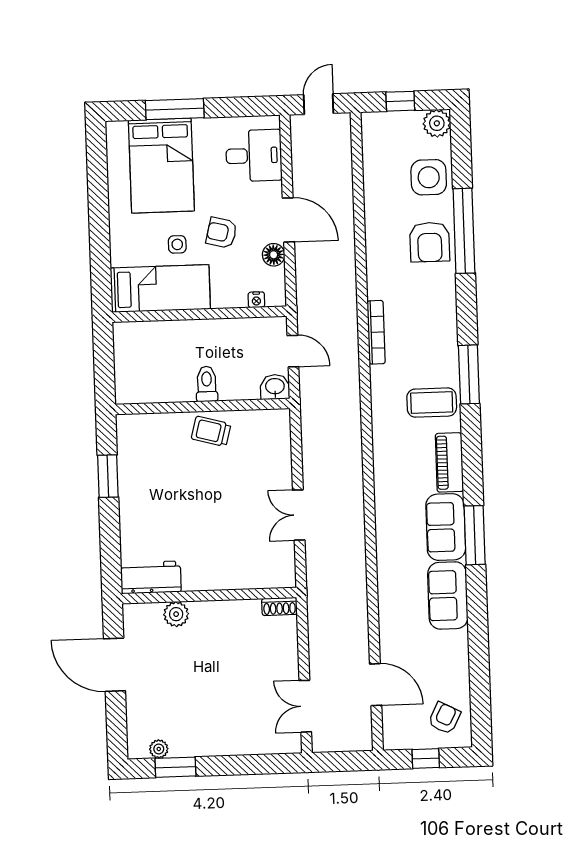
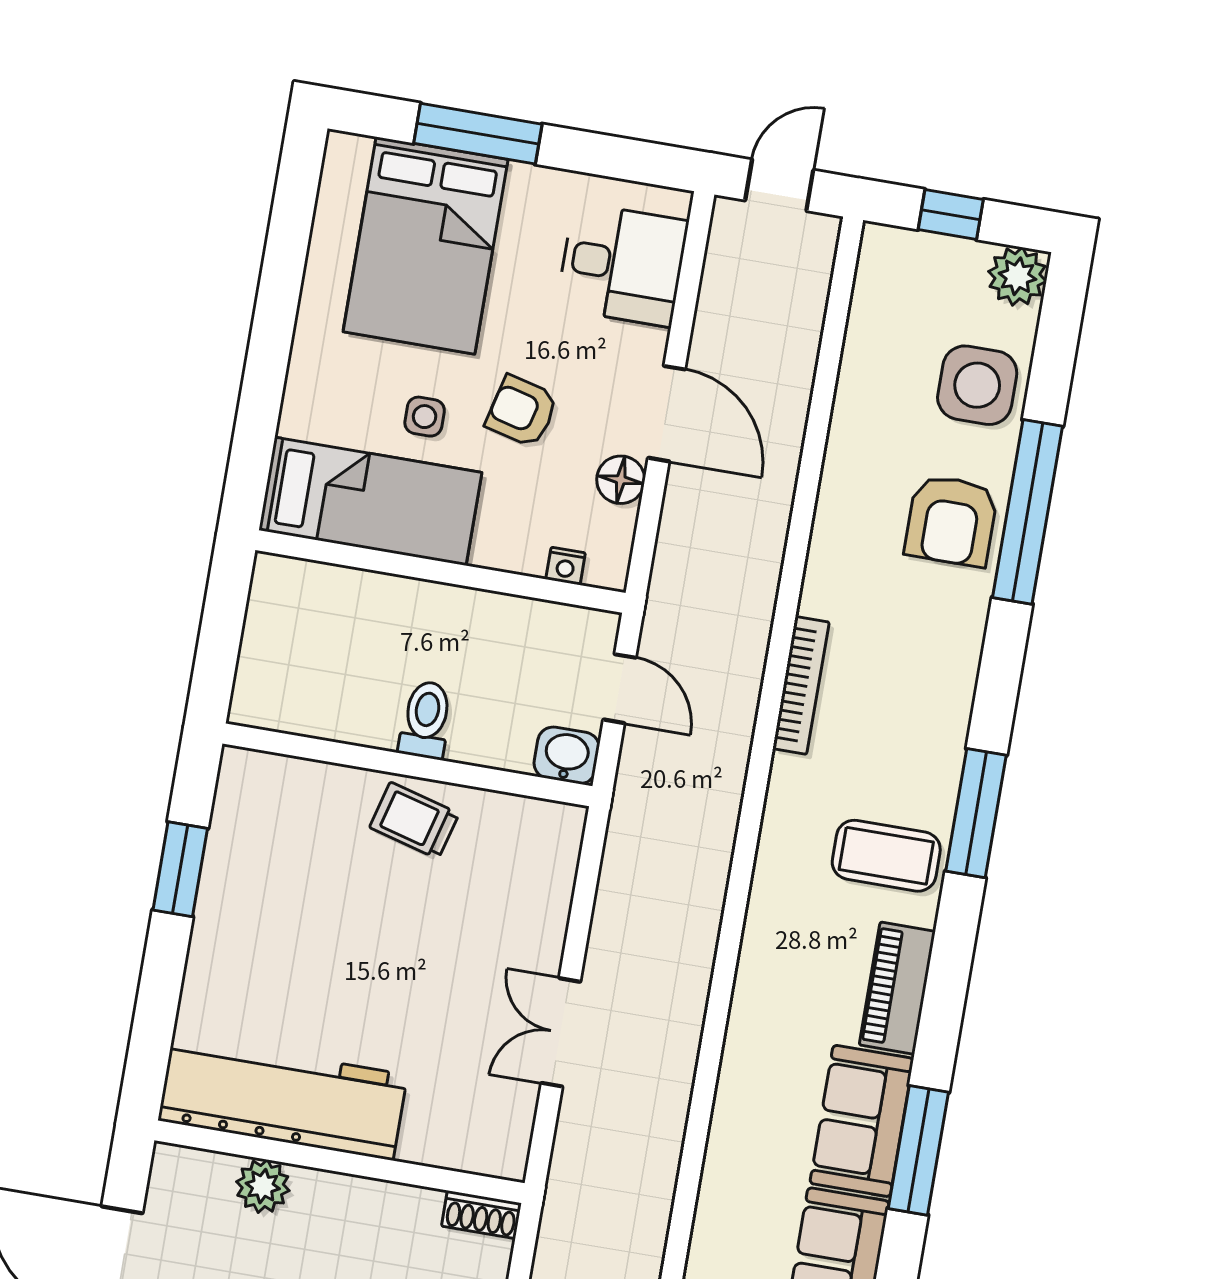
workbench: (151, 577) -> (283, 1098), width x1.88, depth x1.32

